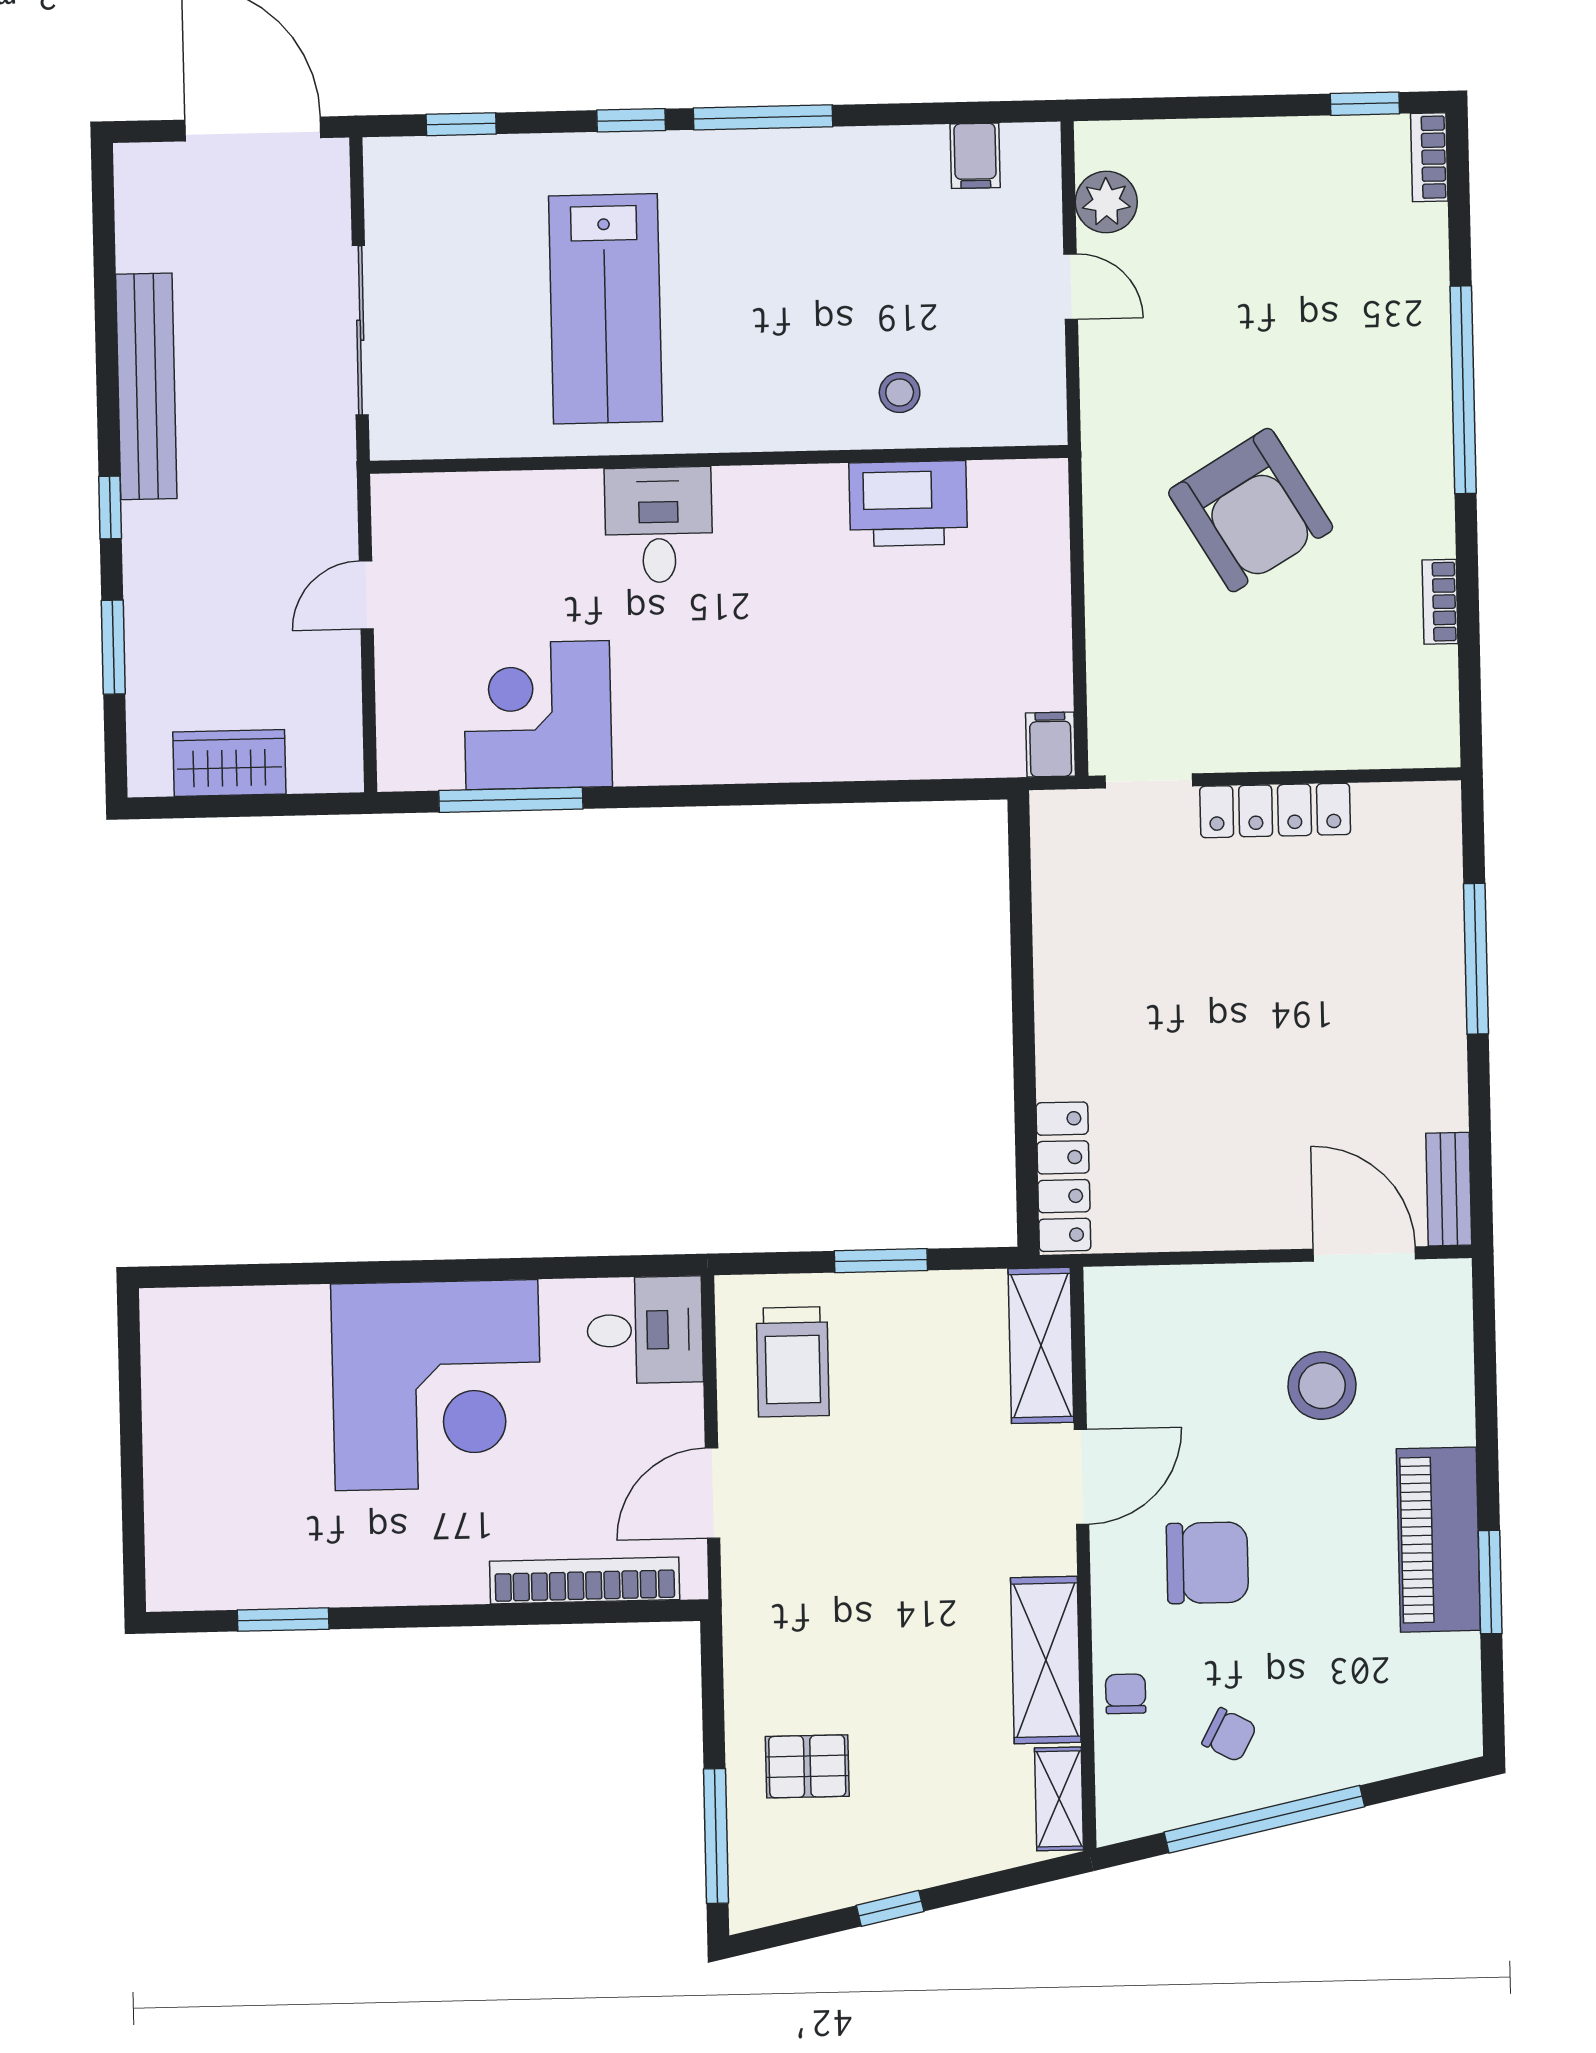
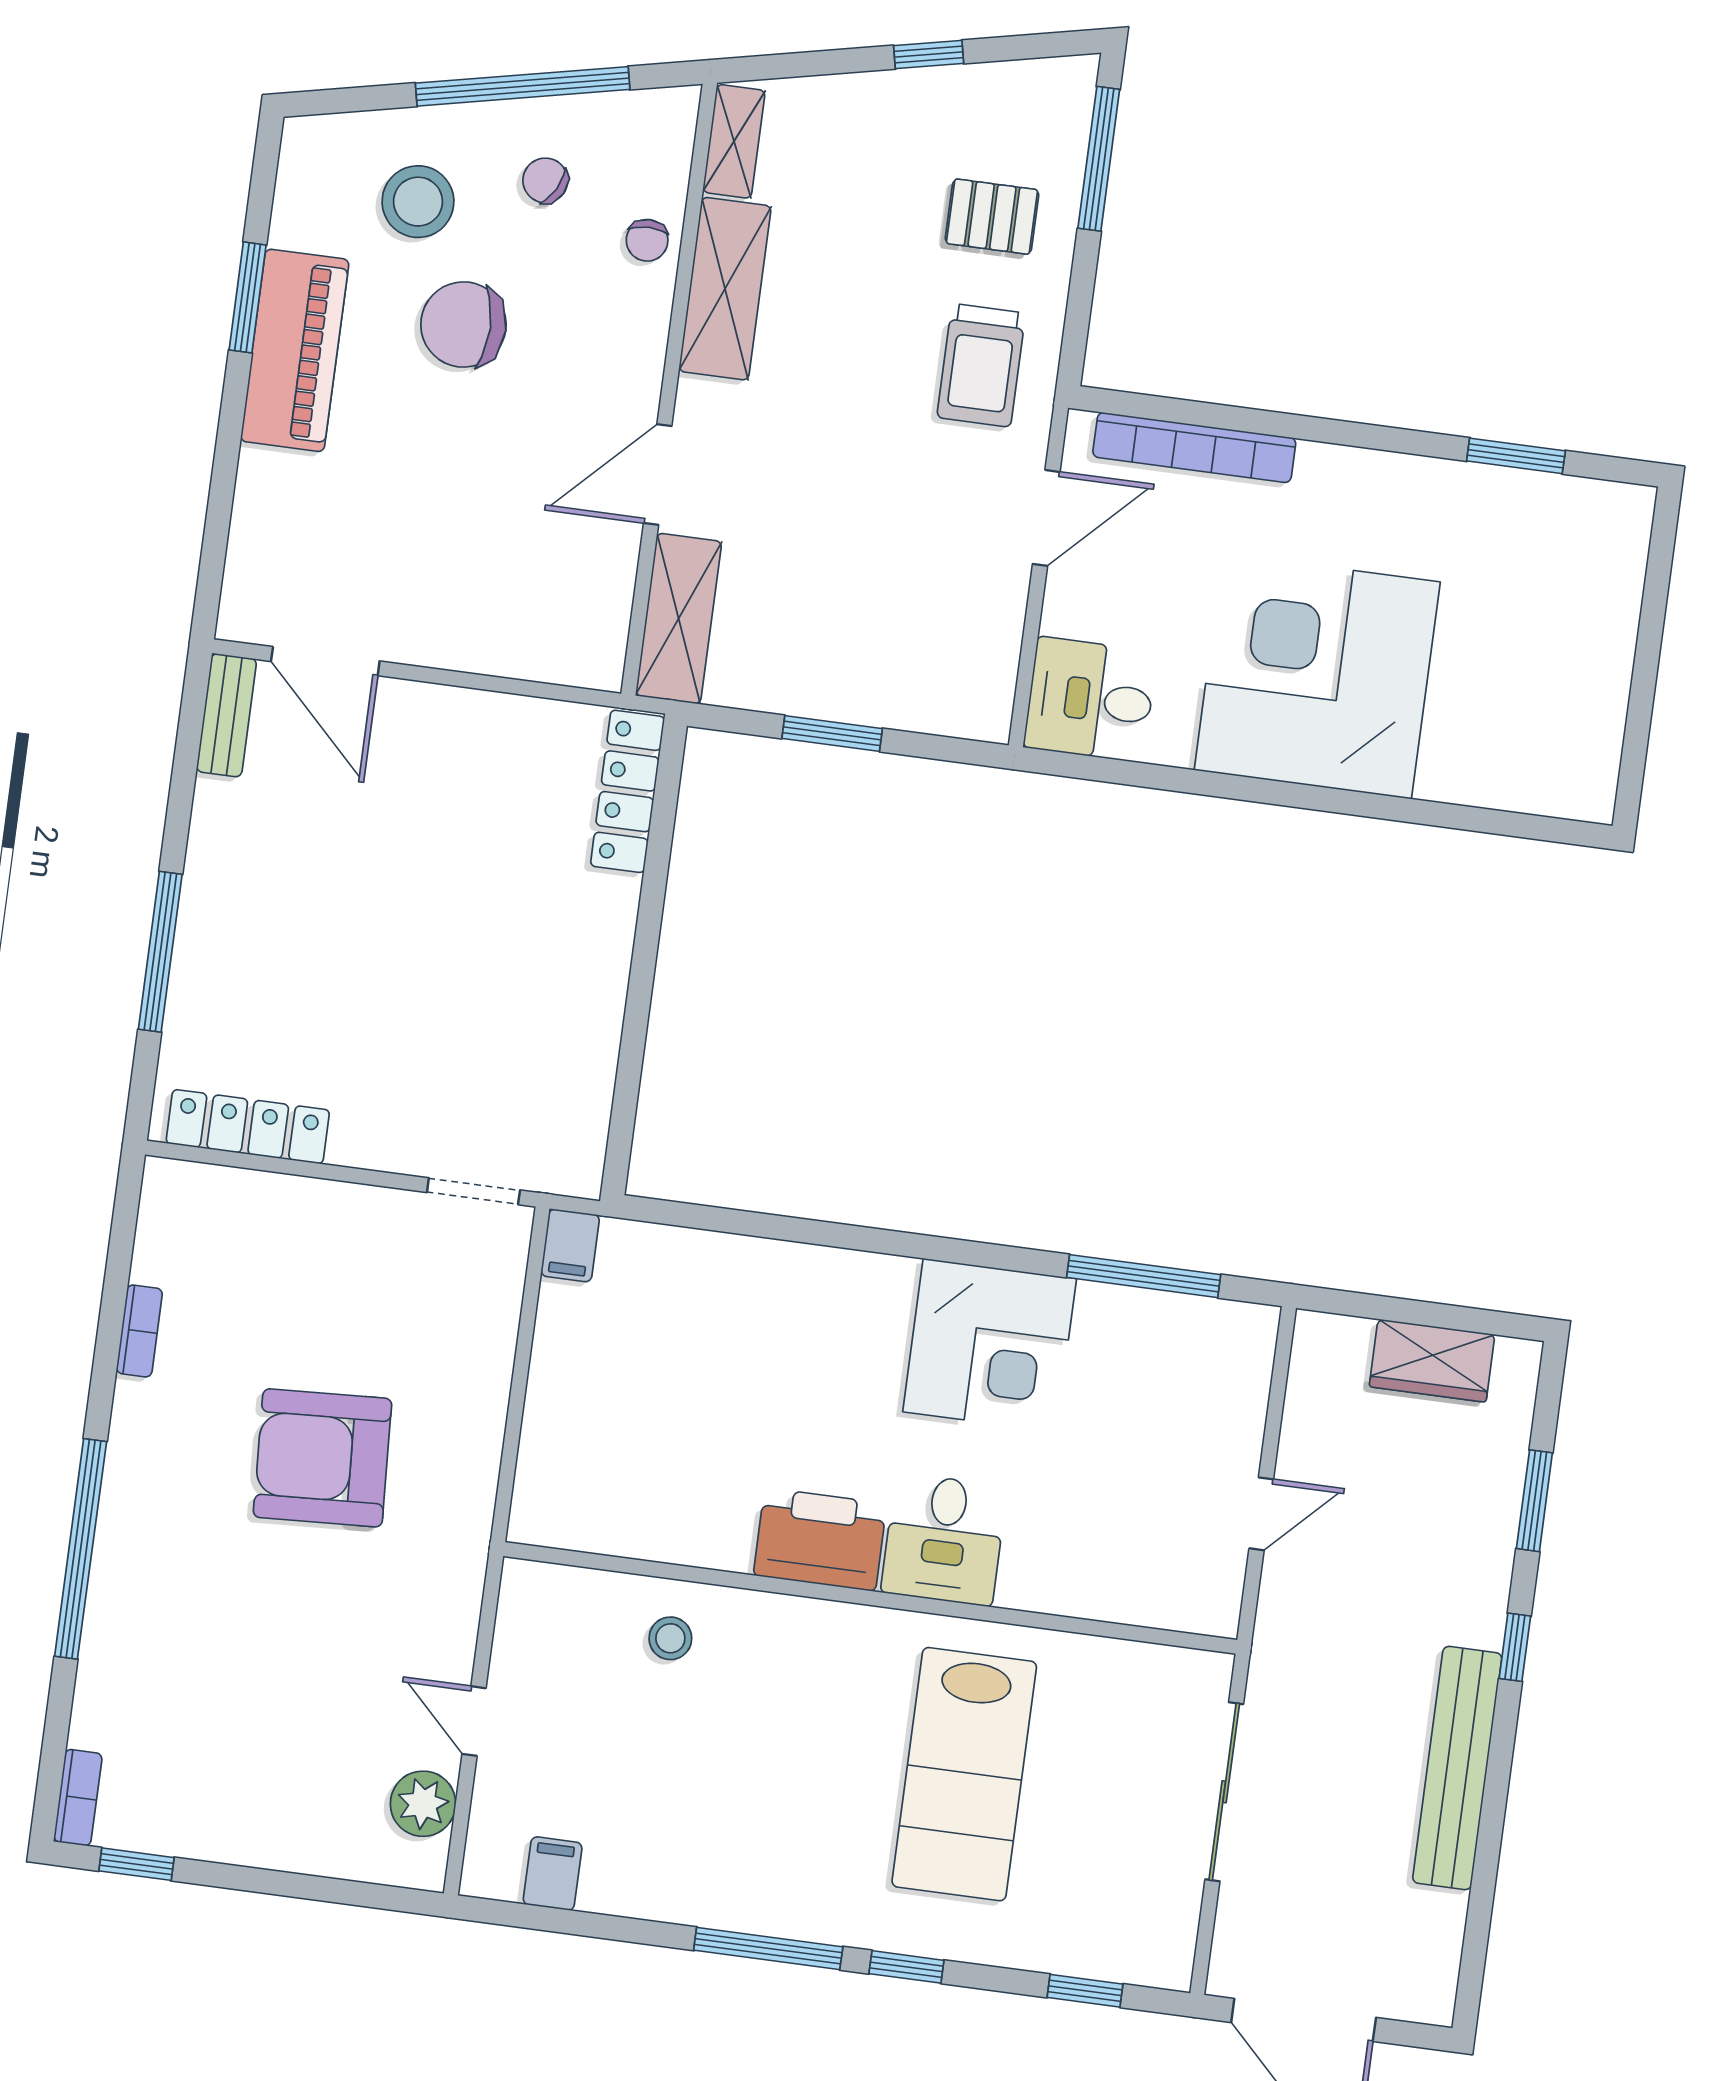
lab bench: (605, 309) -> (964, 1774), turned 180
printer: (908, 504) -> (820, 1539), moved
armchair: (1251, 510) -> (323, 1458), turned -62
corner desk: (538, 715) -> (990, 1345), moved
locker: (1275, 810) -> (248, 1127), moved
trolley: (793, 1362) -> (981, 365), moved, turned 180
stool: (1322, 1386) -> (418, 202), moved
chair: (1207, 1563) -> (463, 325), moved

